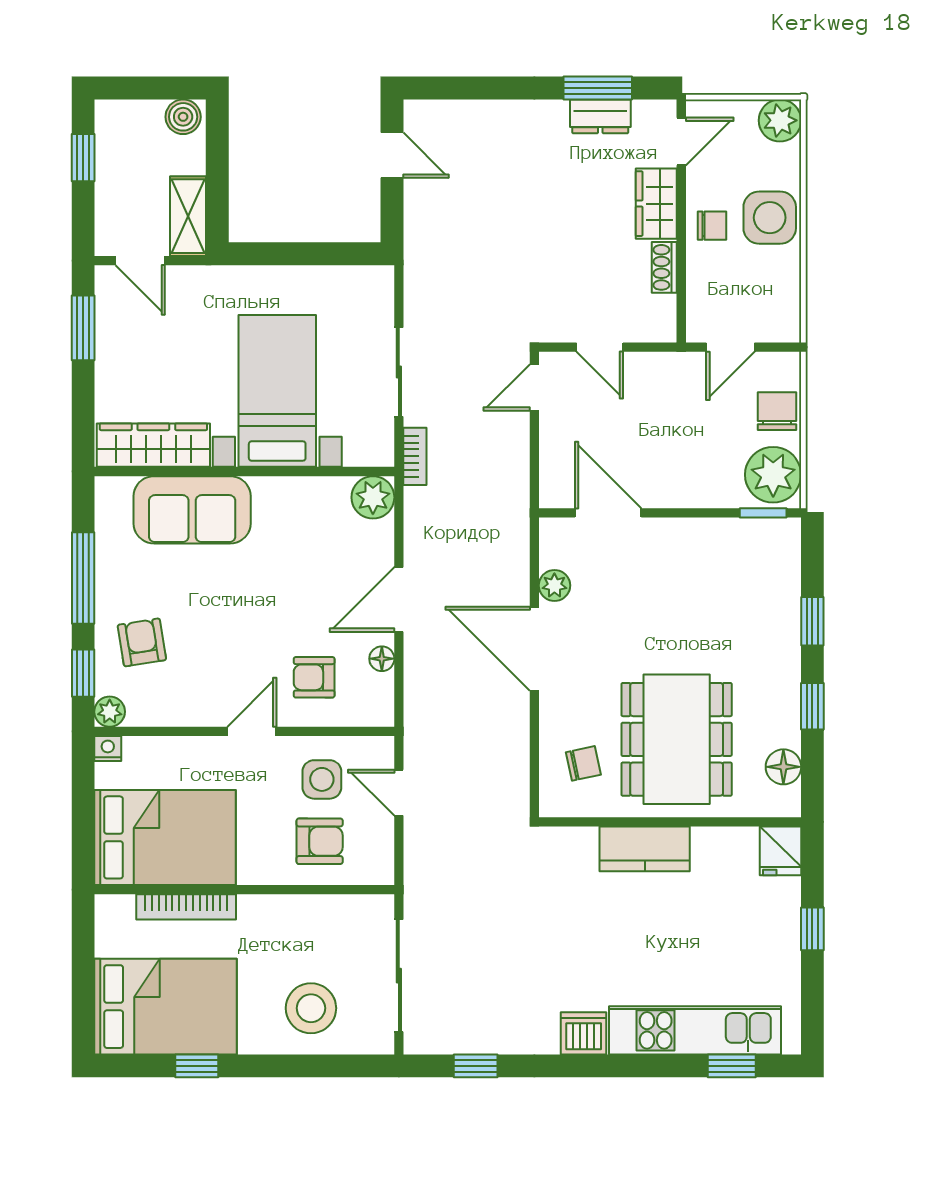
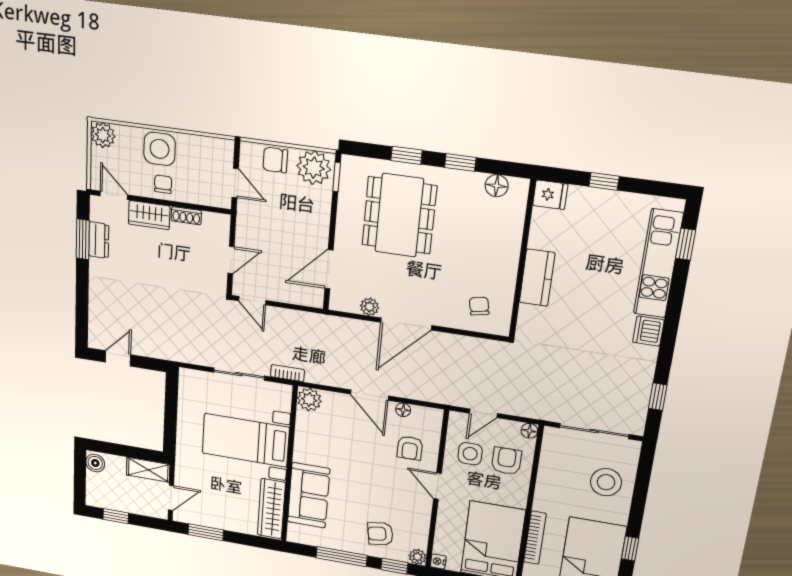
dining table: (677, 739) -> (399, 215), moved, turned 90
floor lamp: (381, 872) -> (529, 431), added

